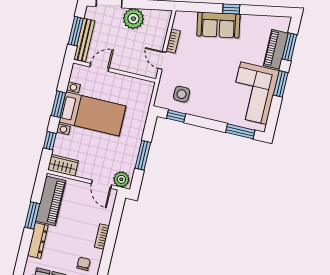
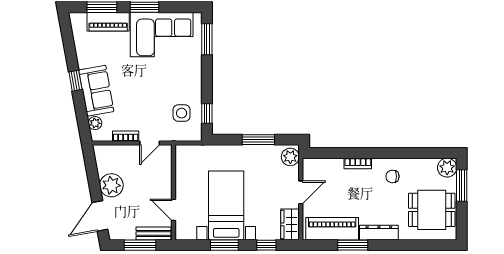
plant: (191, 17) -> (95, 123), added
bench: (84, 40) -> (154, 233), width x0.73
door: (101, 184) -> (301, 192), moved

